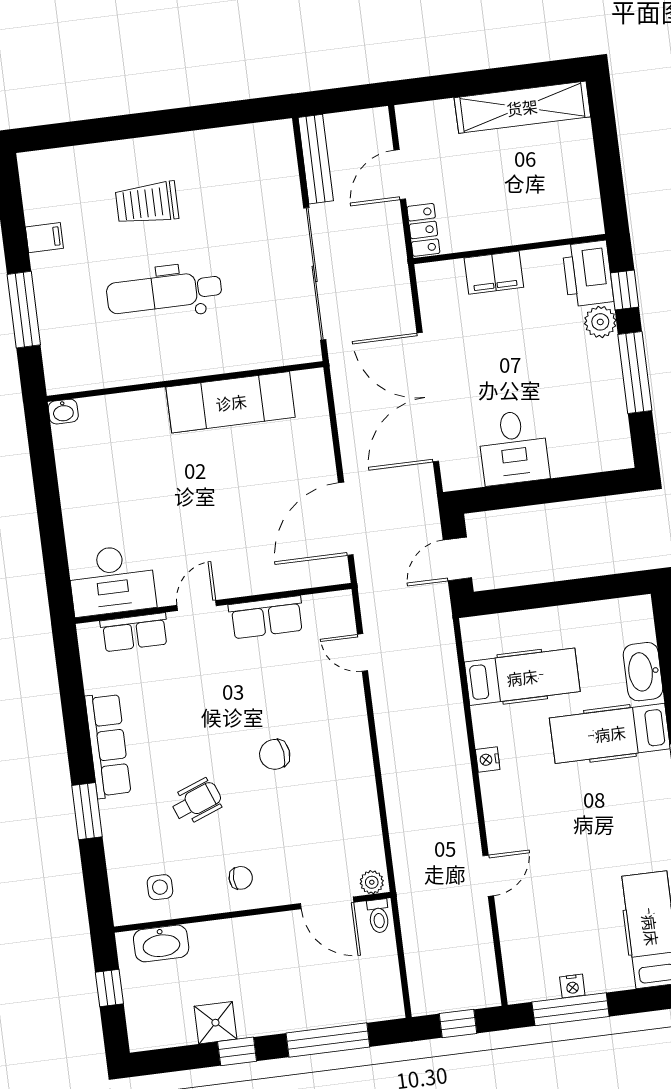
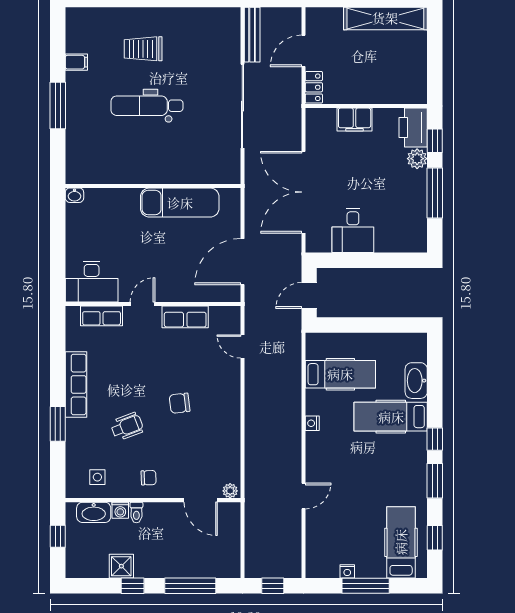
wall: (185, 381) -> (153, 186), moved
exam couch: (231, 402) -> (180, 203), moved
washbasin: (63, 412) -> (74, 195), moved
toilet: (379, 916) -> (136, 512), moved
washing machine: (203, 935) -> (120, 510), added
window: (571, 1009) -> (366, 586), moved

